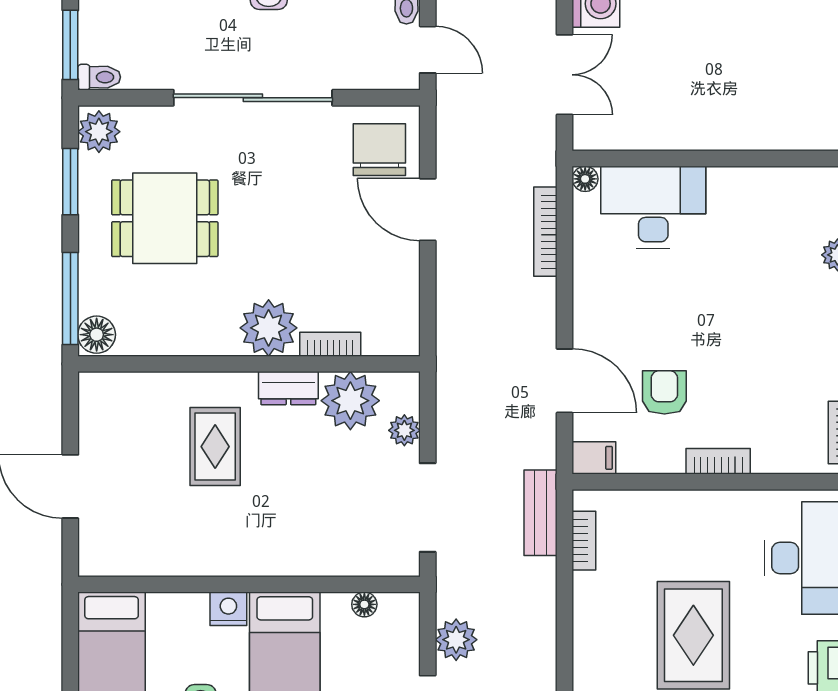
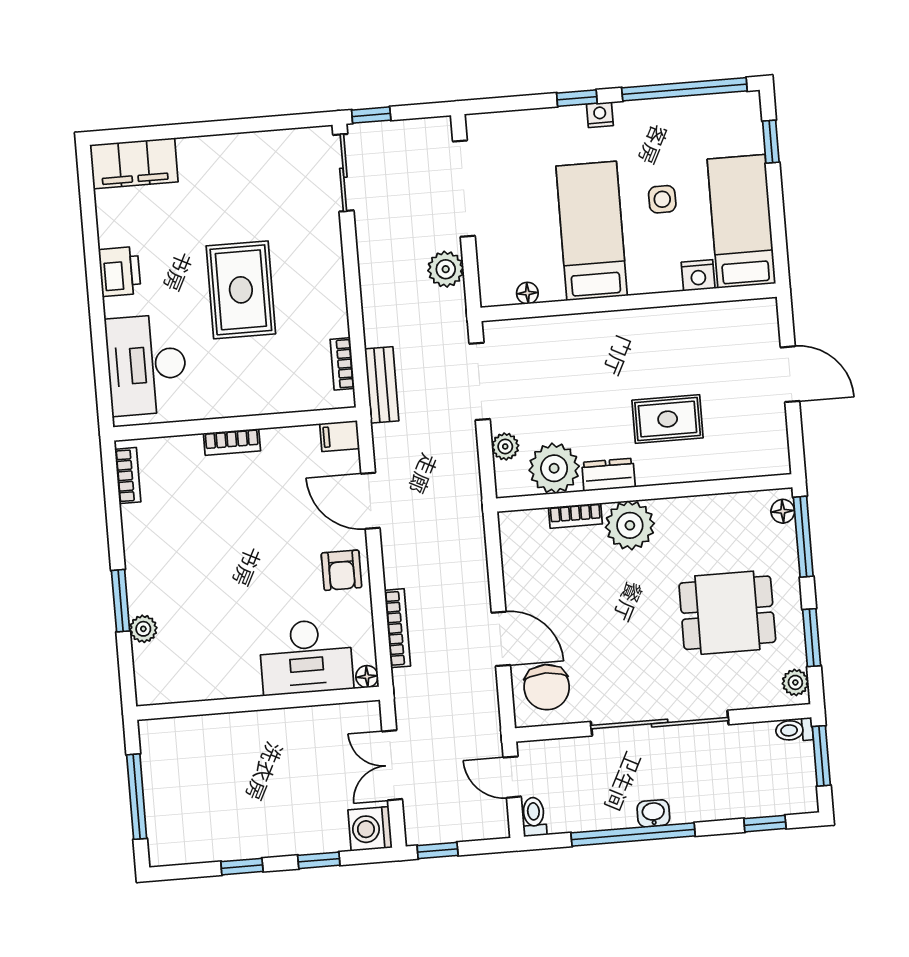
plant: (99, 132) -> (795, 682), width x0.73, depth x0.73
floor lamp: (97, 335) -> (783, 511), width x0.73, depth x0.73
armchair: (664, 392) -> (342, 570), moved
rug: (215, 447) -> (668, 419), turned 90
nightstand: (228, 609) -> (698, 275), moved

